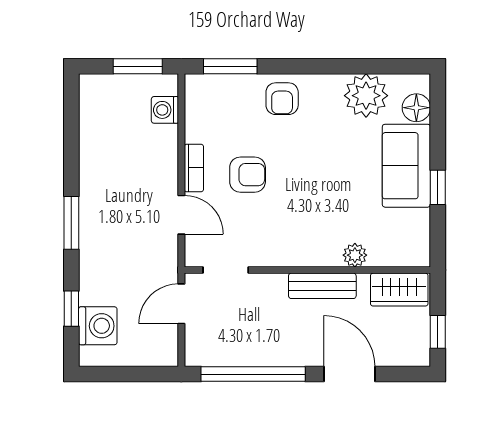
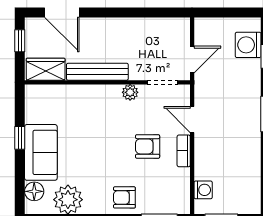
armchair: (282, 99) -> (124, 197), turned -90
plant: (355, 255) -> (130, 92), moved
bench: (322, 286) -> (97, 72), width x1.36
window: (253, 374) -> (144, 12), removed
door: (349, 374) -> (62, 12), moved

